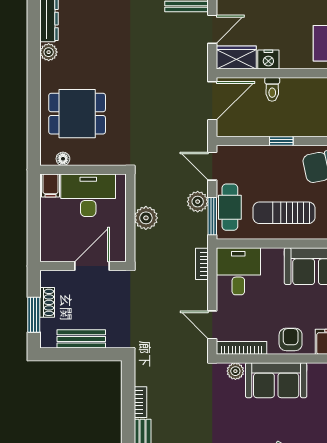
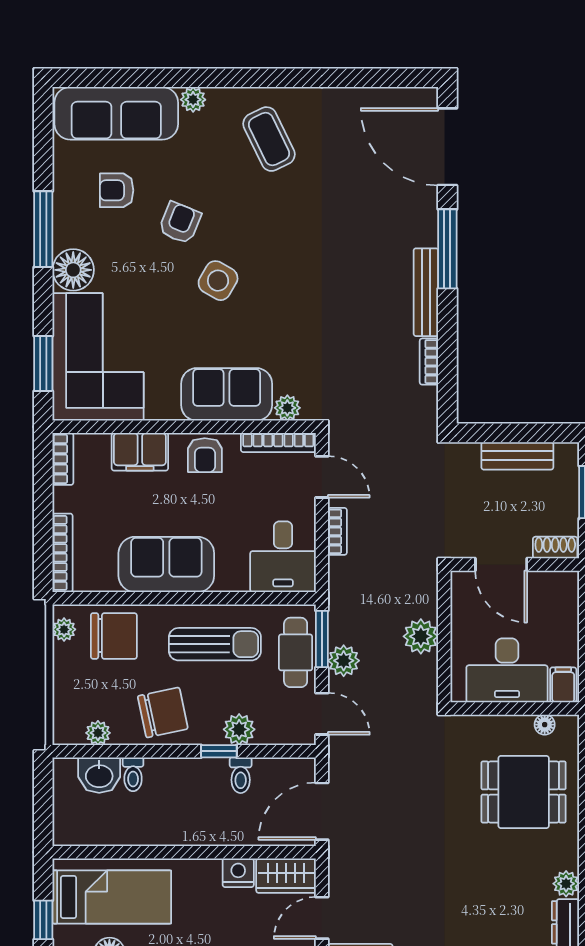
toilet: (272, 89) -> (241, 775), moved, turned 180
plant: (268, 156) -> (239, 729), added
bookcase: (202, 264) -> (337, 531), moved
door: (92, 266) -> (501, 565), hinge flipped
shoe rack: (47, 302) -> (555, 548), moved, turned 90

